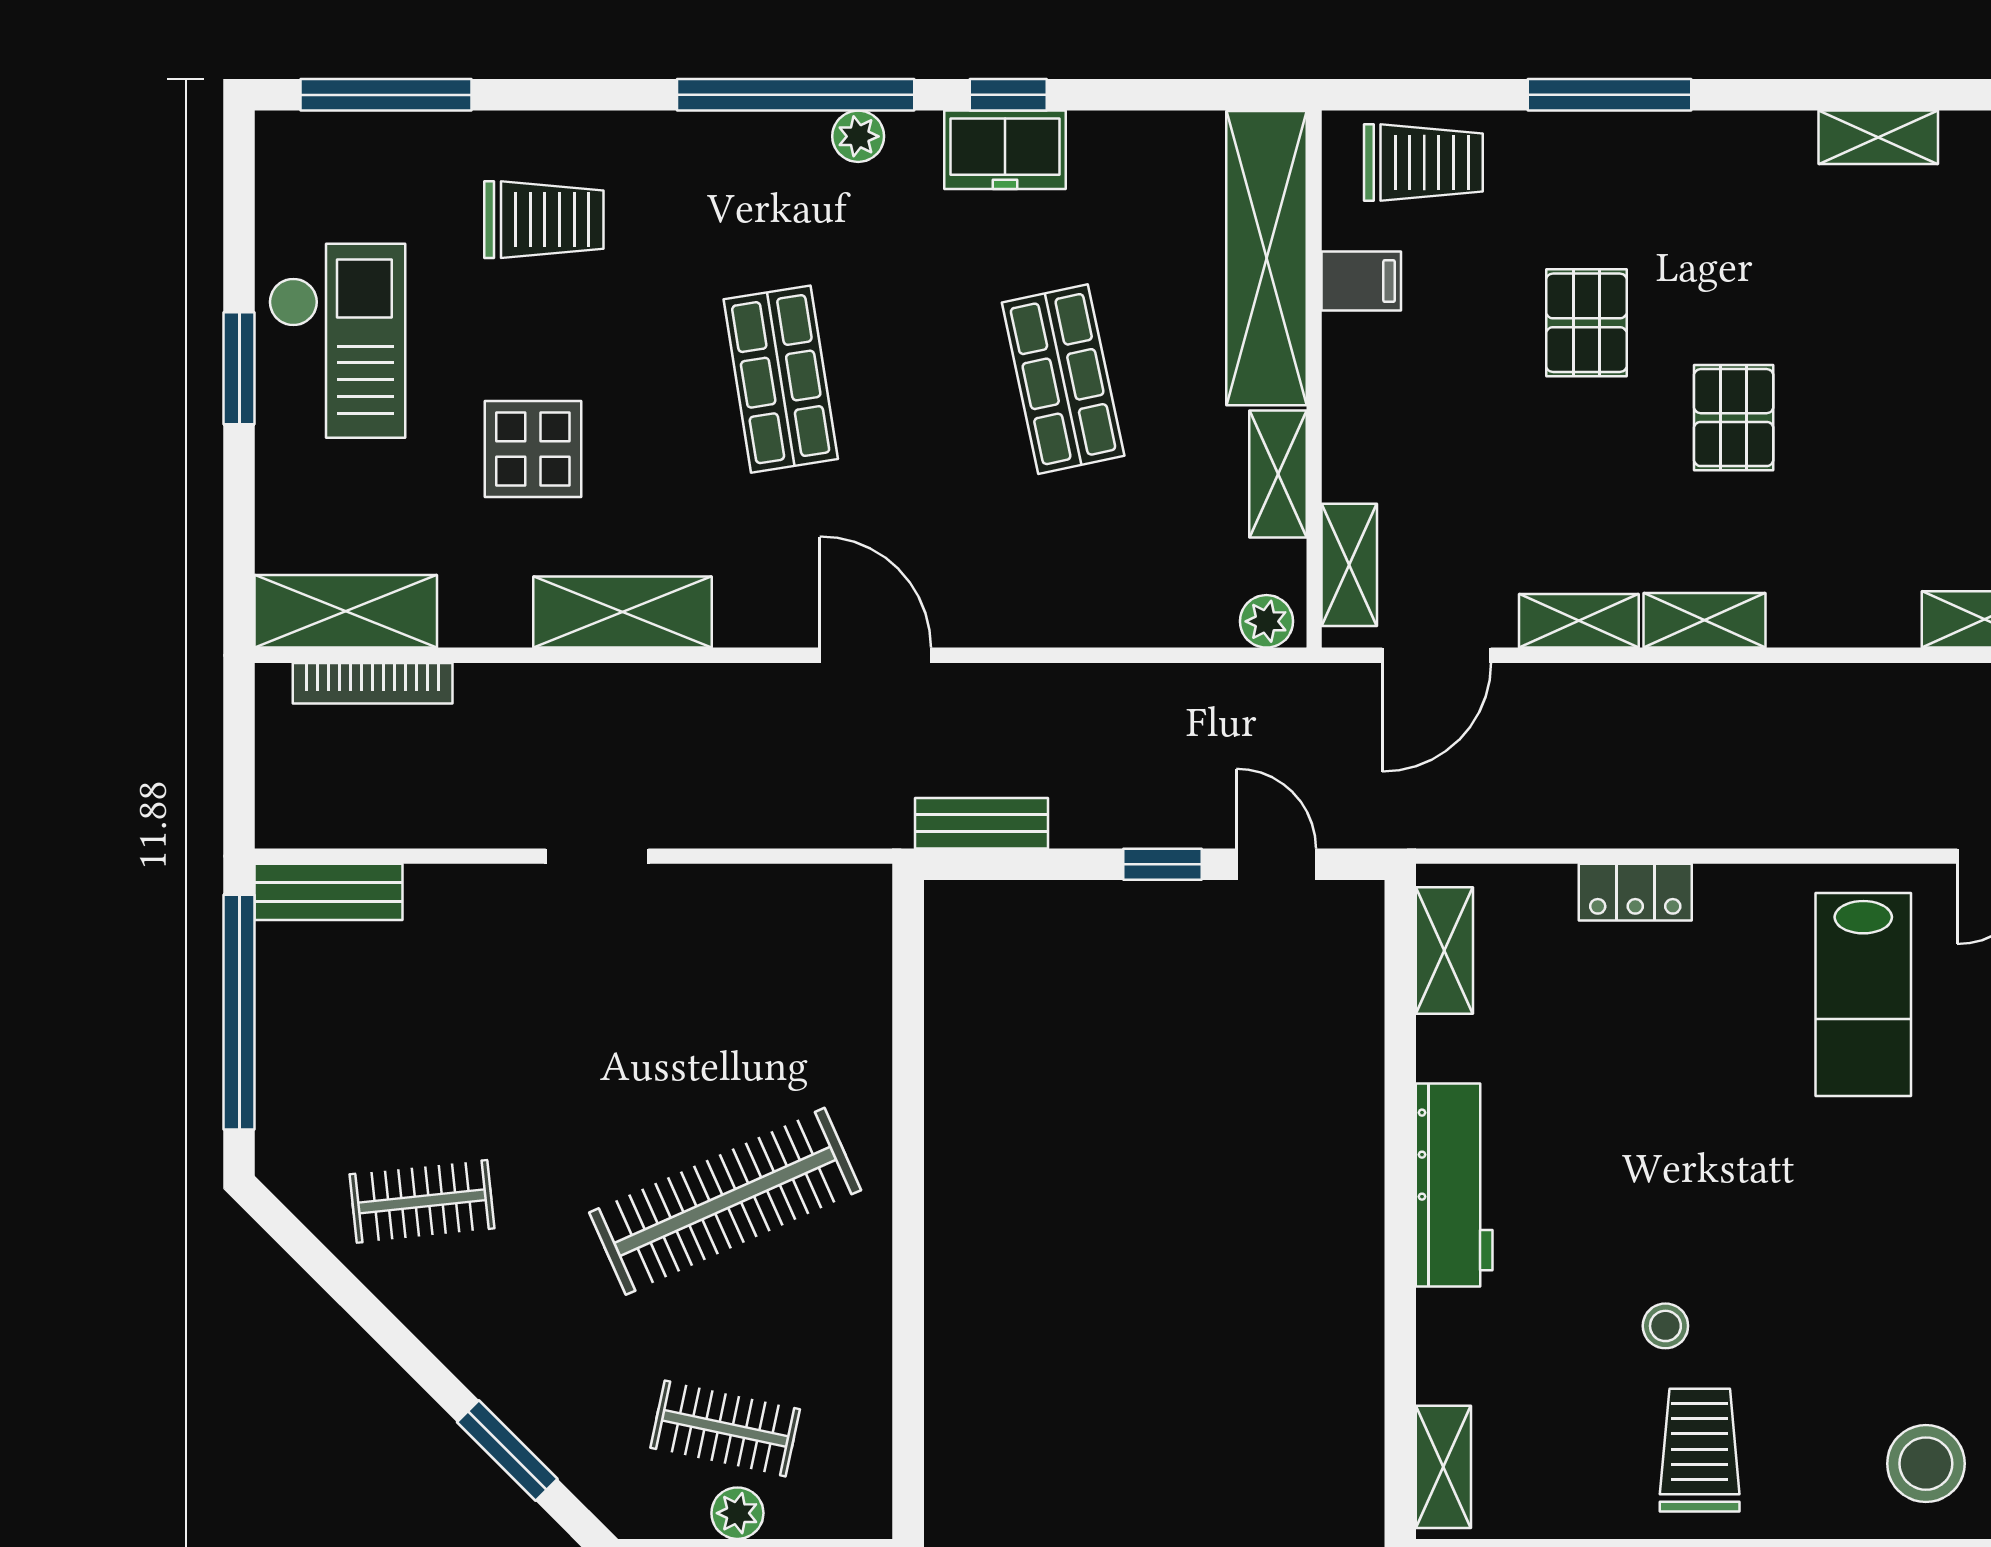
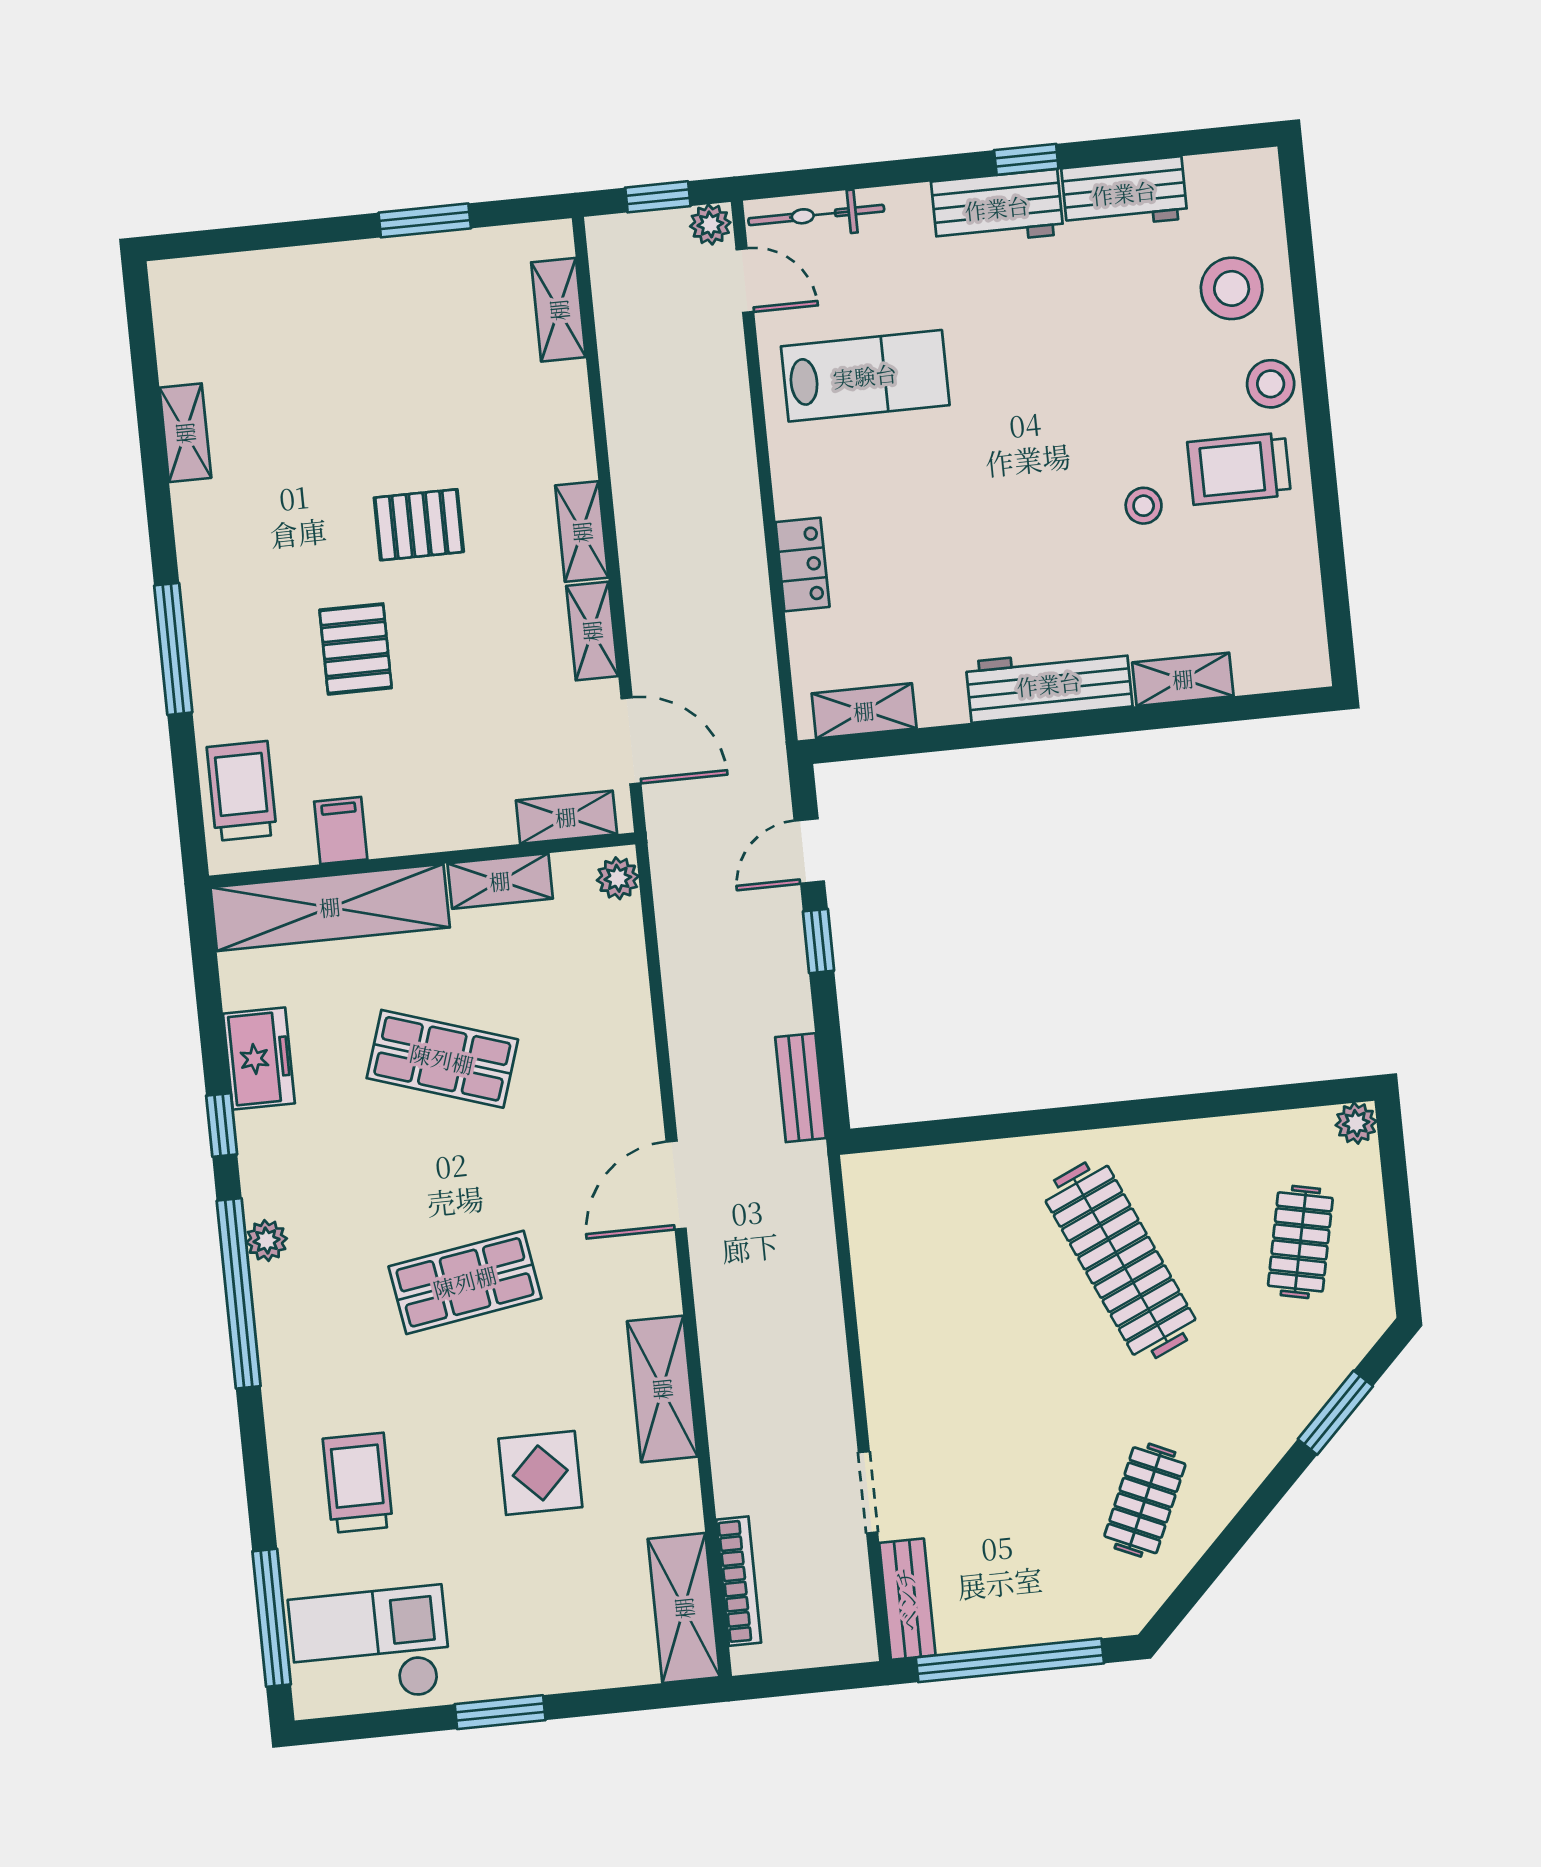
freezer: (1005, 150) -> (259, 1059), moved
pallet: (1586, 323) -> (356, 649), turned 90
checkout: (337, 341) -> (370, 1646), moved
shop shelf: (1063, 379) -> (442, 1059), turned 30
doorway: (597, 856) -> (868, 1492), moved
clothes rail: (422, 1201) -> (1145, 1500), turned 30
shelving: (1443, 1467) -> (1183, 679), moved
stool: (1802, 1500) -> (1271, 384), added
plant: (737, 1513) -> (1356, 1123), moved

